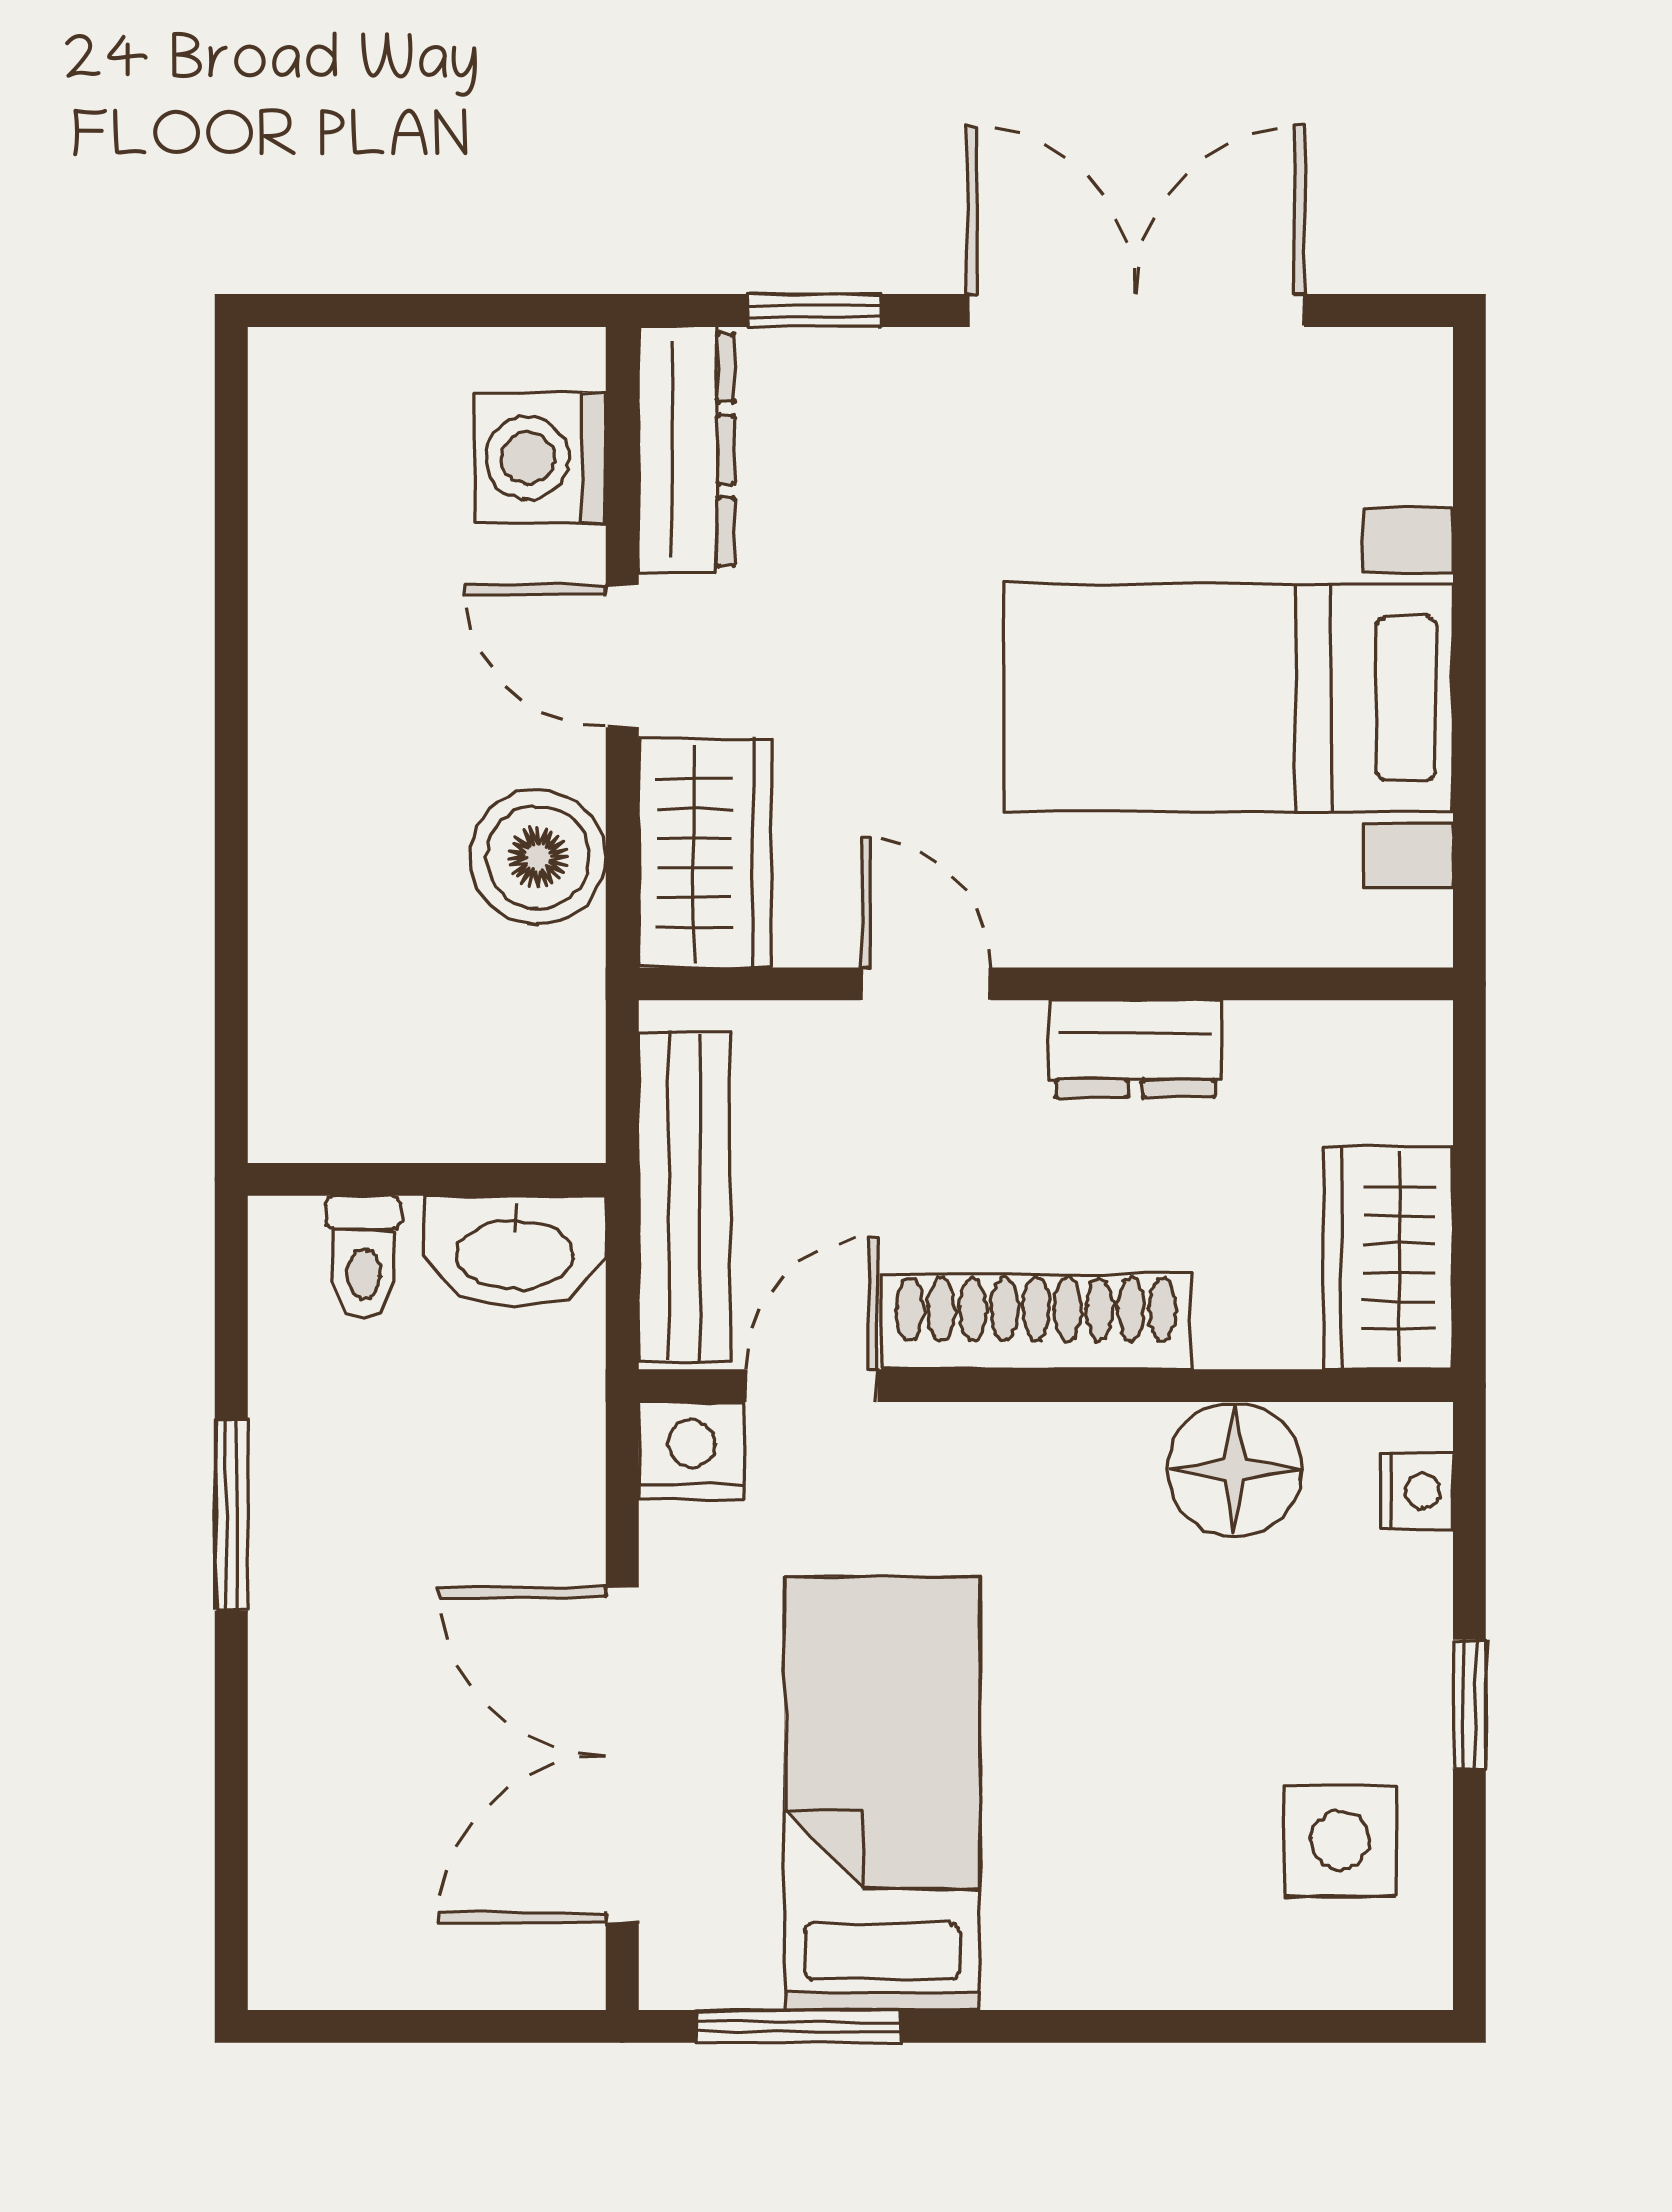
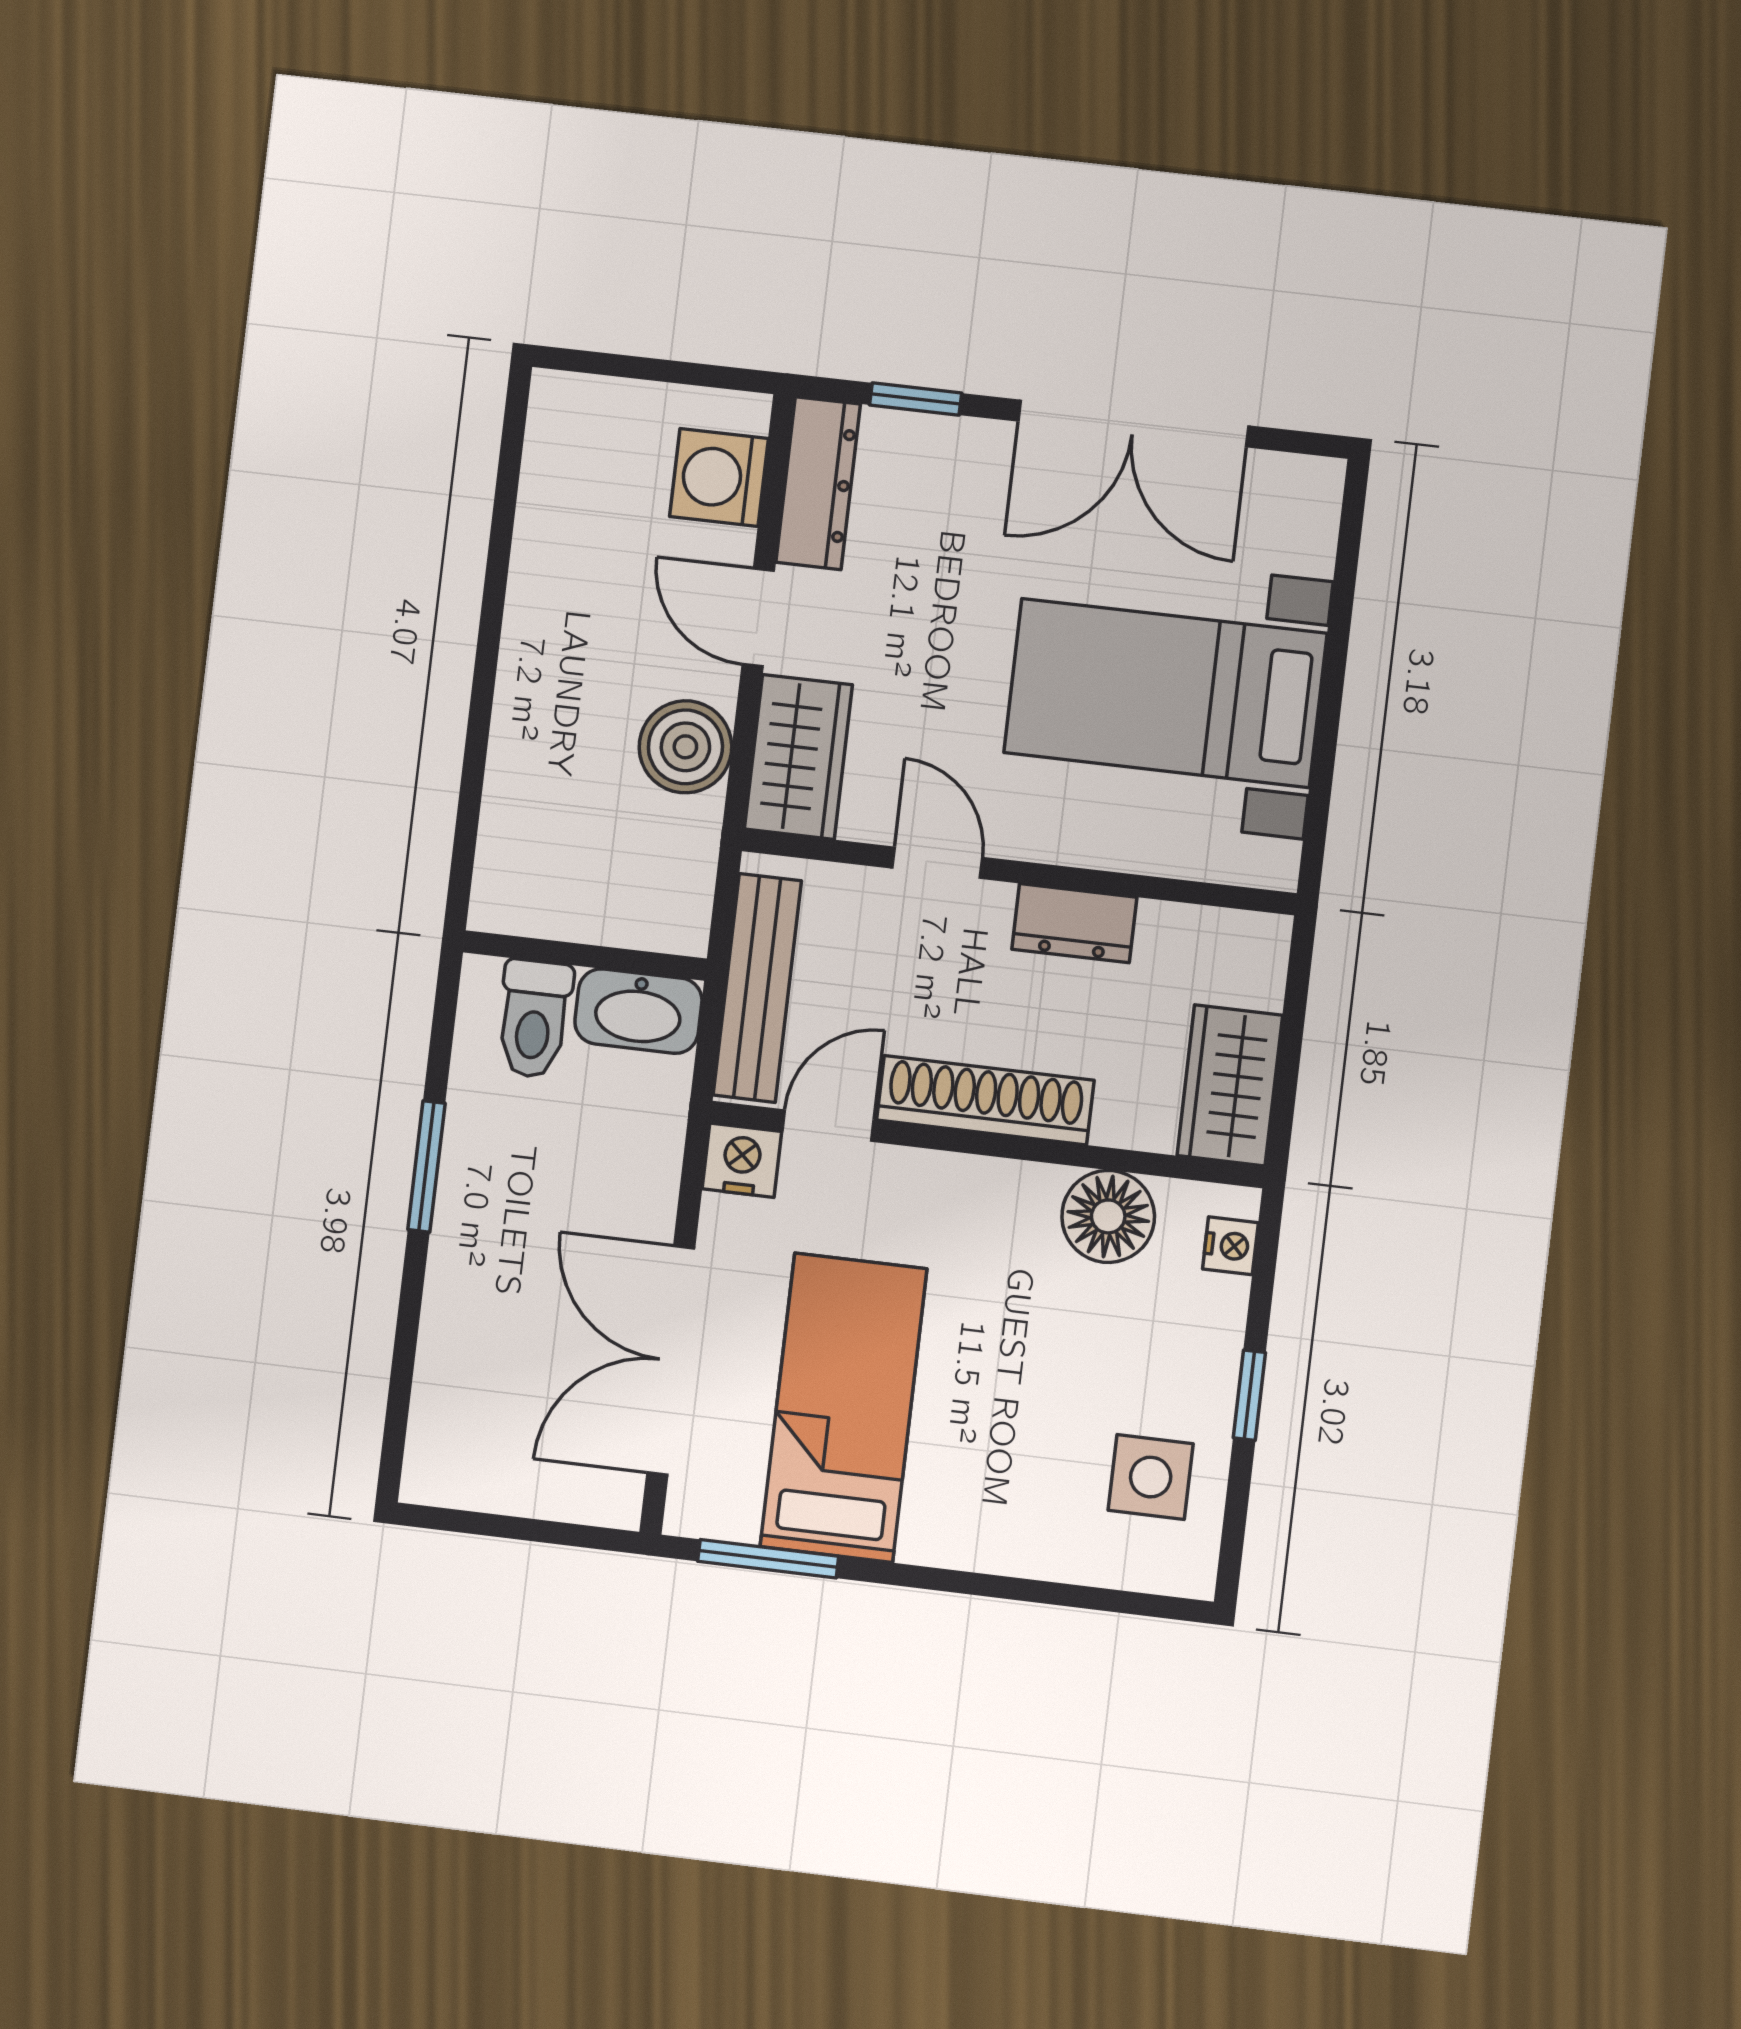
double door: (1136, 311) -> (1133, 423), swing flipped
toilet: (363, 1257) -> (534, 1019), width x1.37, depth x1.39

